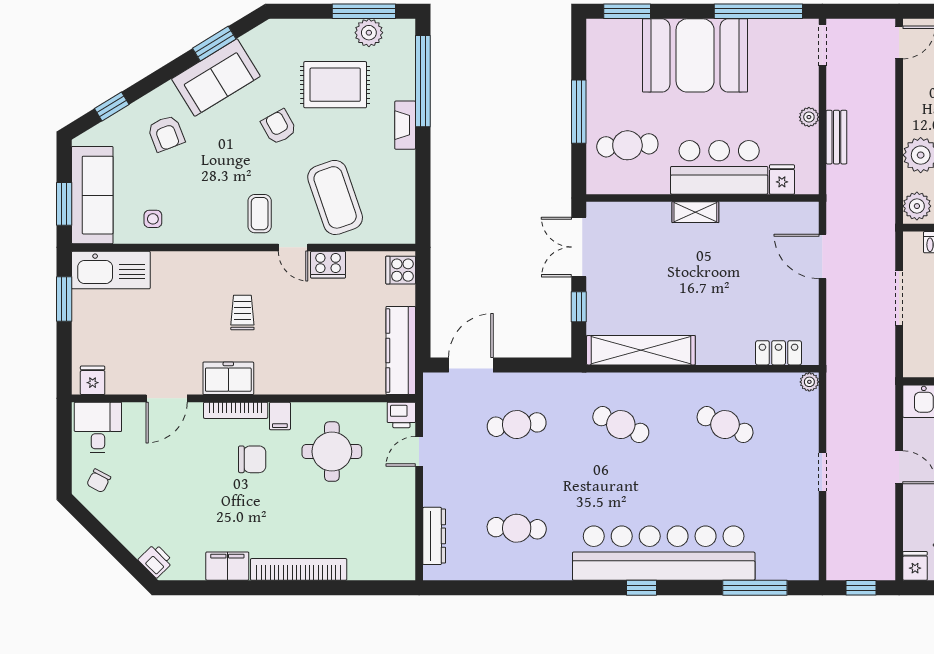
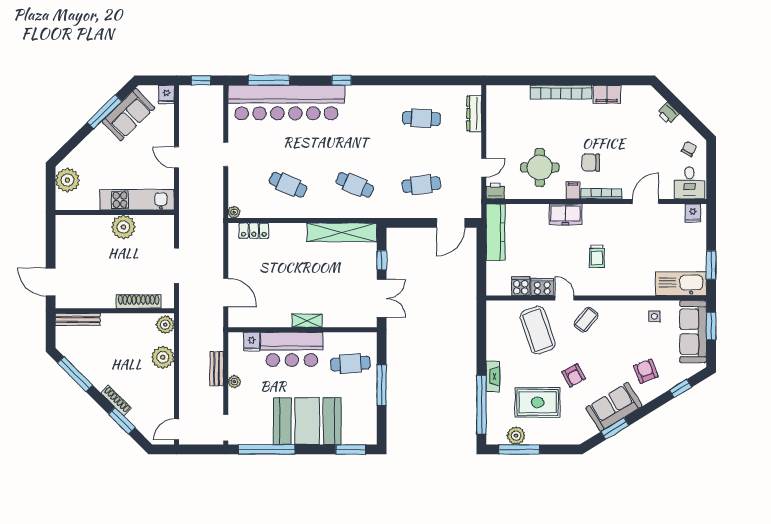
coffee table: (260, 214) -> (586, 320), turned 39
cooker: (401, 270) -> (521, 286), moved, turned -90
freezer: (228, 378) -> (566, 214), moved
bar counter: (664, 553) -> (286, 103), moved
printer: (156, 561) -> (668, 113), moved

